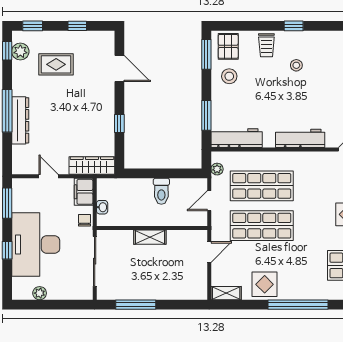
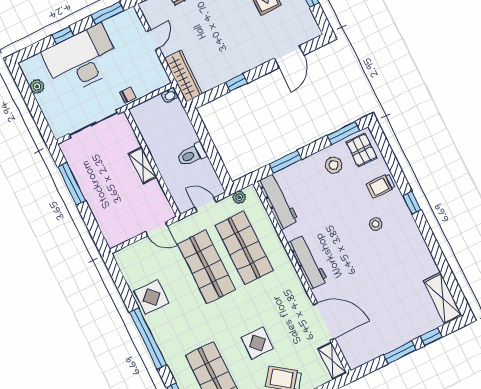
pallet: (228, 46) -> (362, 150), turned 90
filing cabinet: (84, 192) -> (155, 81), removed
washbasin: (102, 207) -> (170, 95), moved
shelving: (226, 293) -> (125, 264), removed

